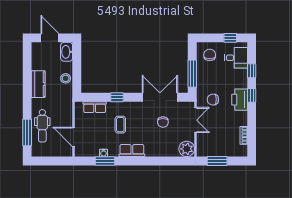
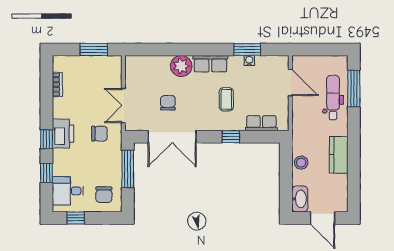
plant: (187, 149) -> (181, 66), moved

